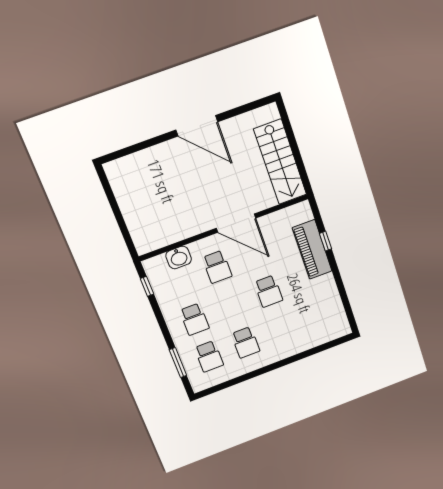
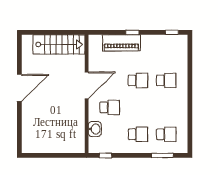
window: (326, 241) -> (132, 32), moved
window: (349, 311) -> (172, 32), added
school desk: (246, 342) -> (166, 80), moved

